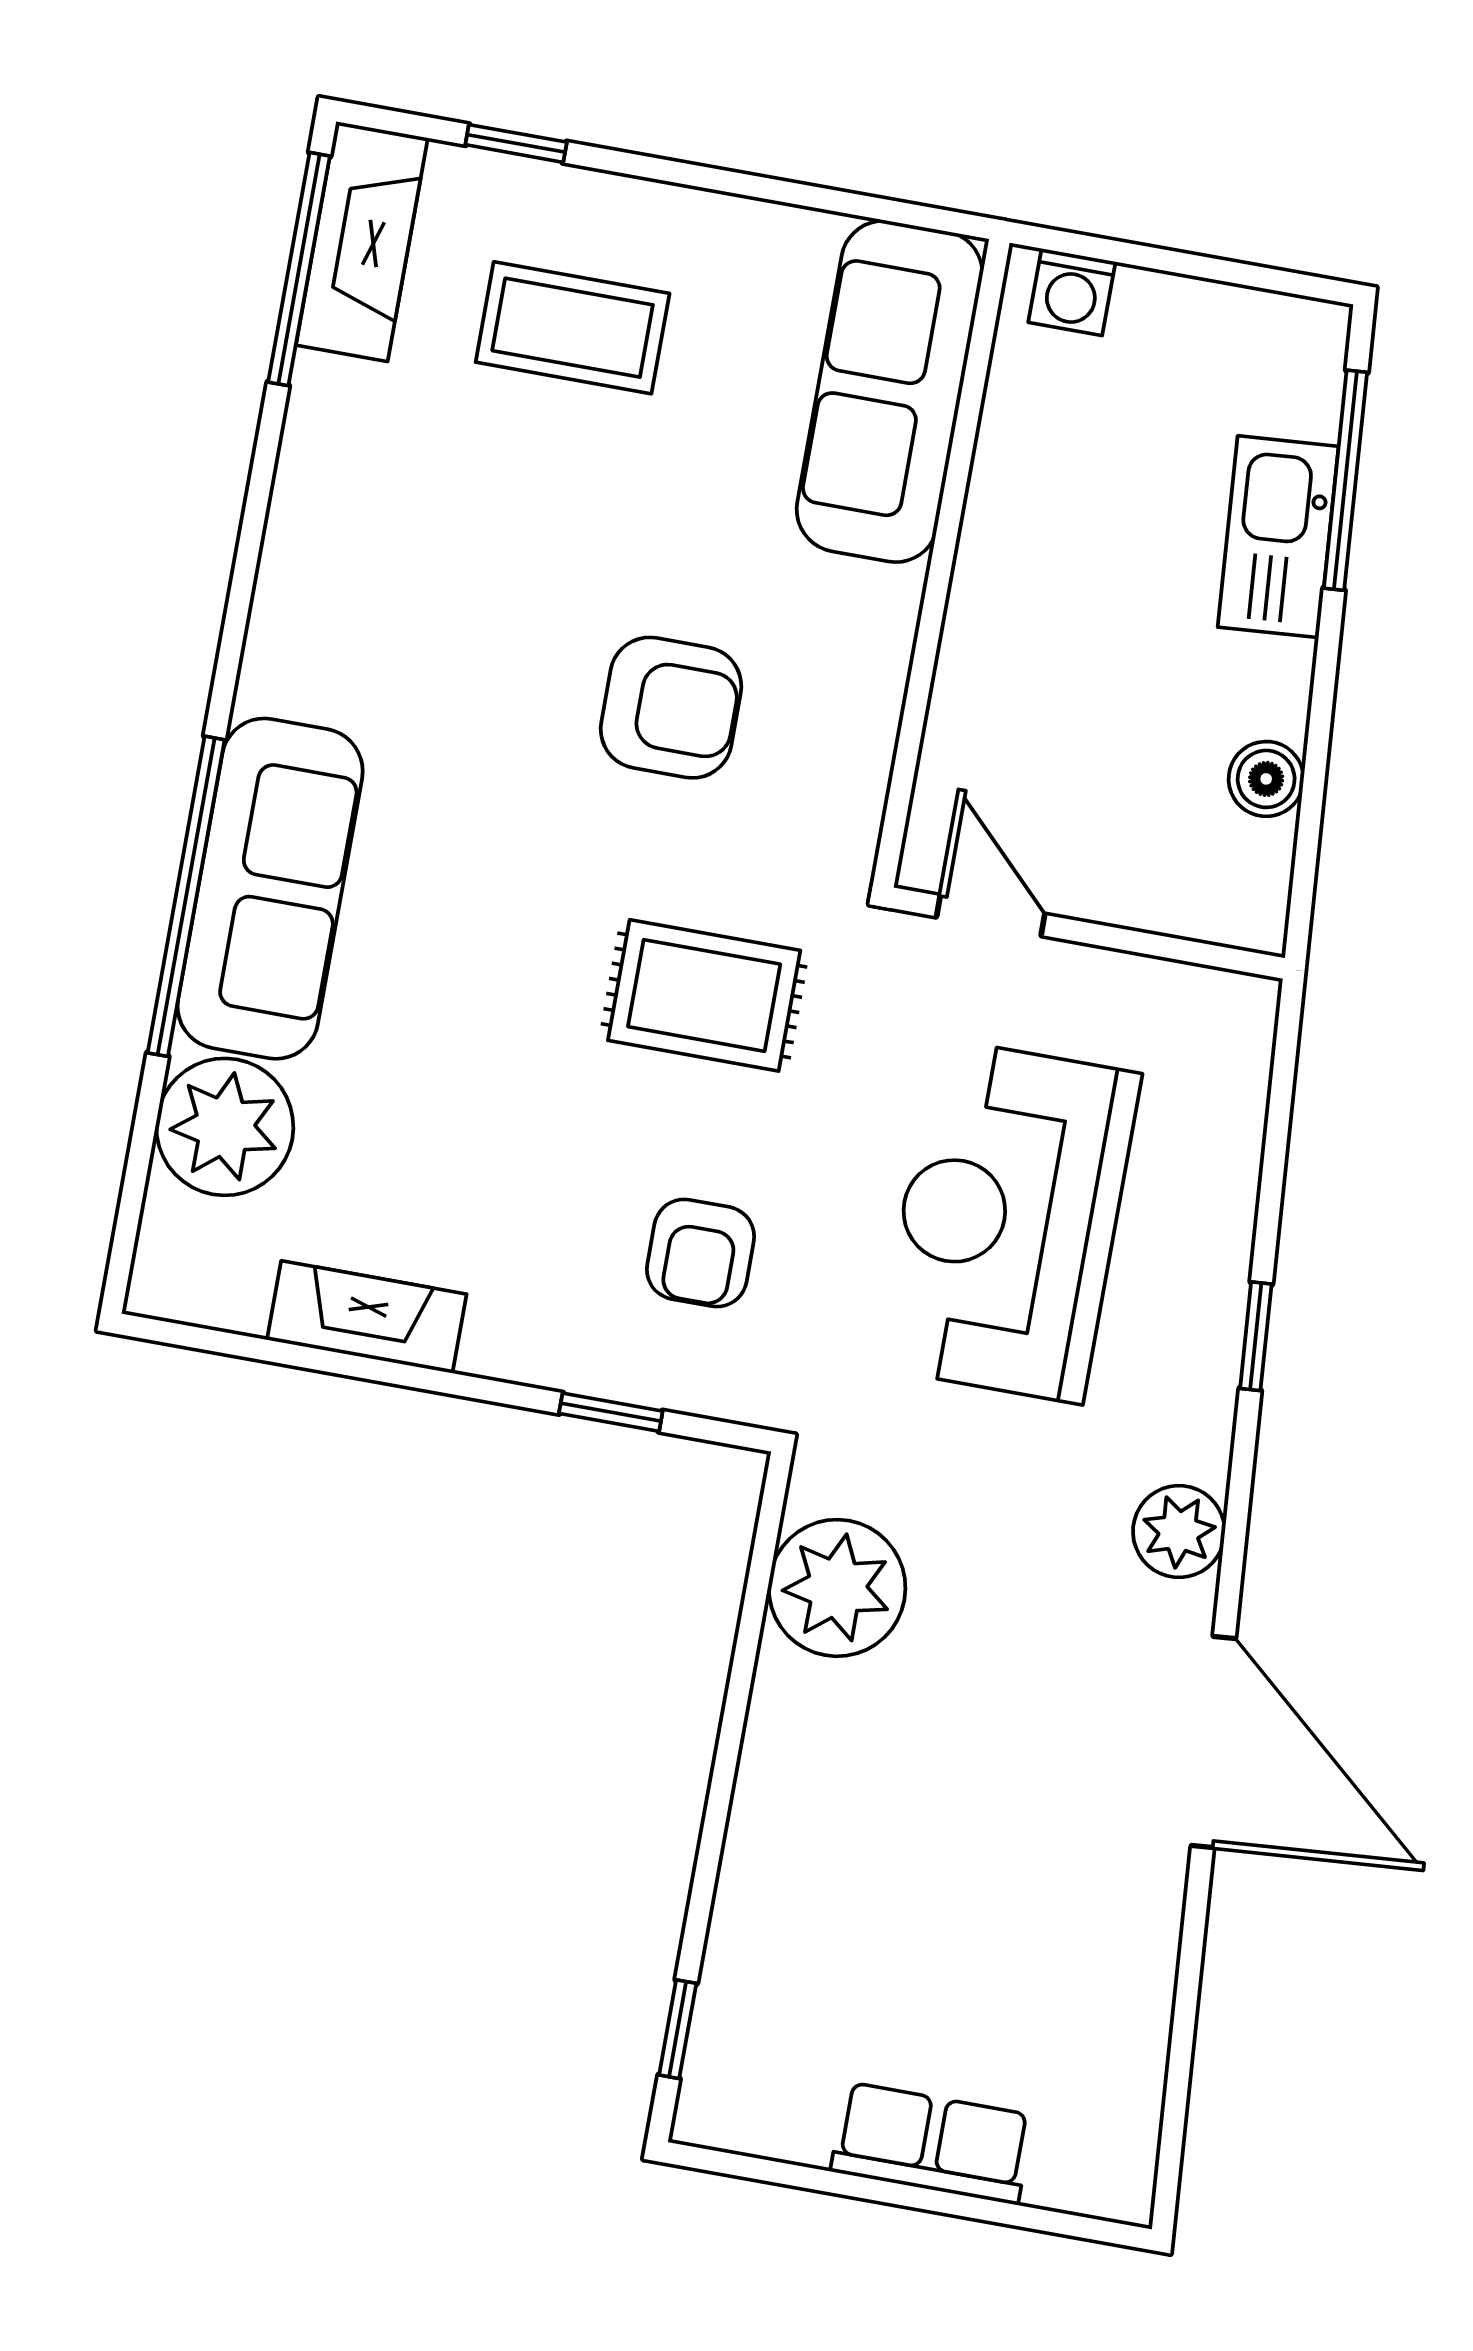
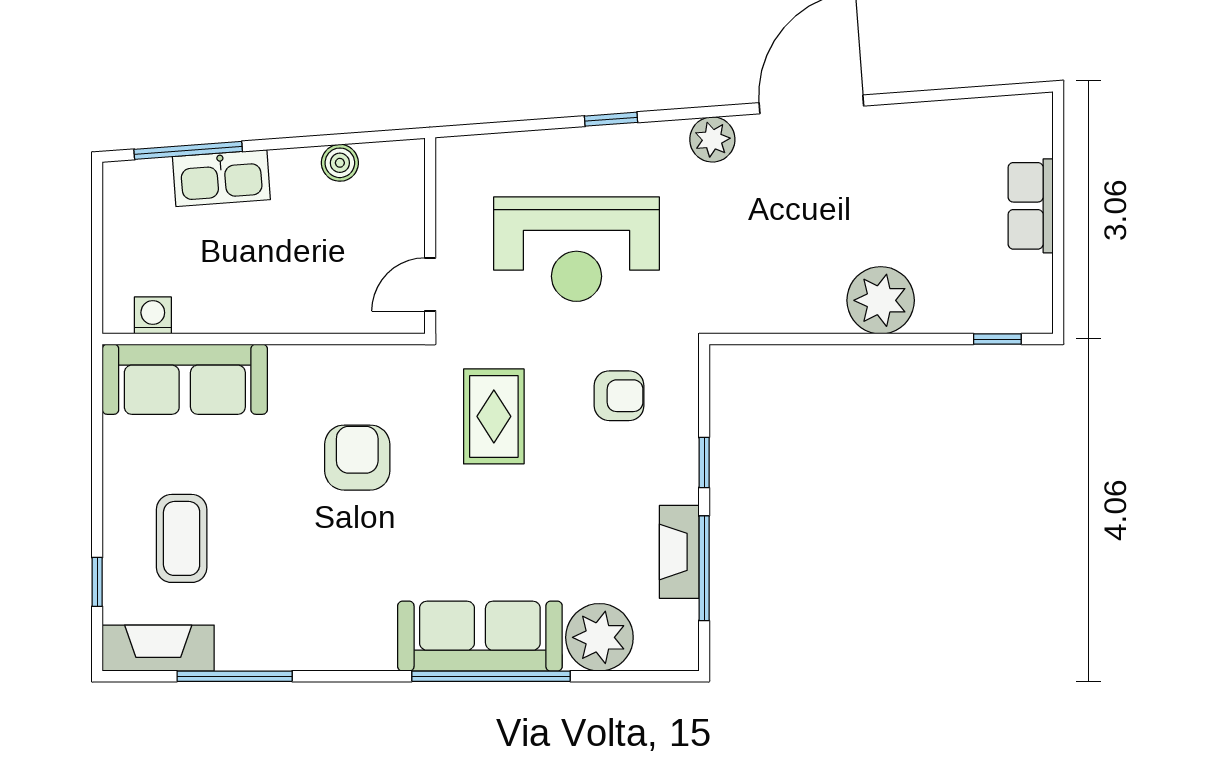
window: (299, 269) -> (235, 676), moved
washing machine: (1072, 292) -> (153, 315), moved, turned -90
window: (325, 1361) -> (704, 568), added
window: (611, 1412) -> (704, 462), moved
plant: (837, 1588) -> (881, 300), moved

